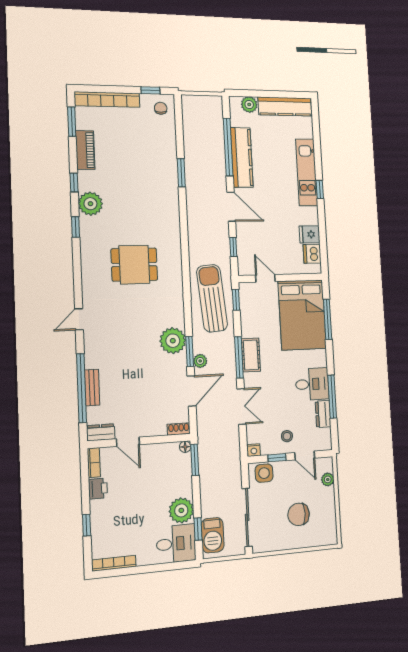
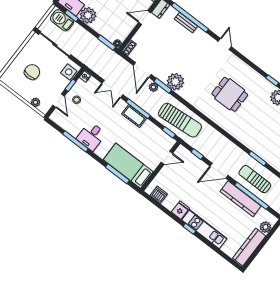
sun lounger: (207, 158) -> (255, 179), added
fridge: (310, 234) -> (180, 210), moved
dining table: (134, 265) -> (230, 94), turned 90
bed: (302, 315) -> (128, 166), width x0.67
dresser: (323, 414) -> (71, 129), removed
door: (305, 455) -> (59, 101), swing flipped

